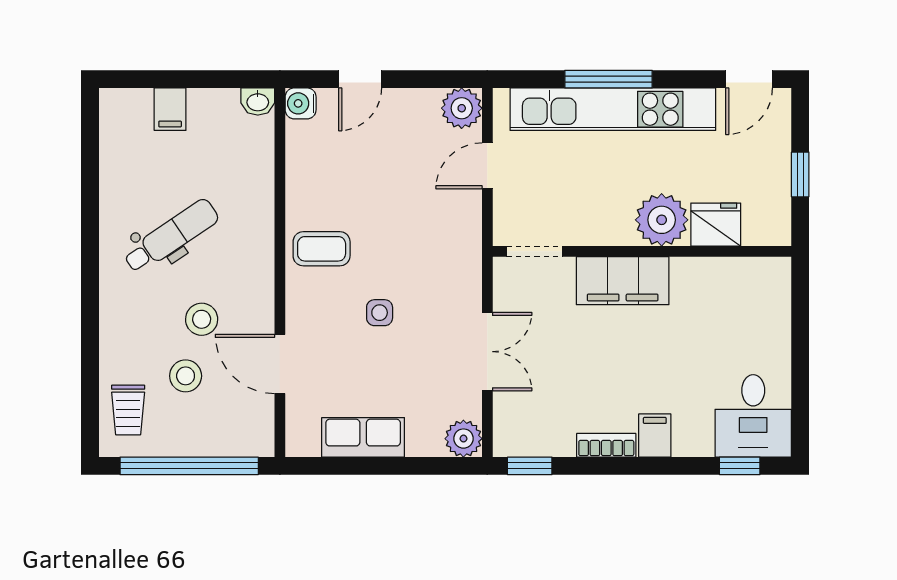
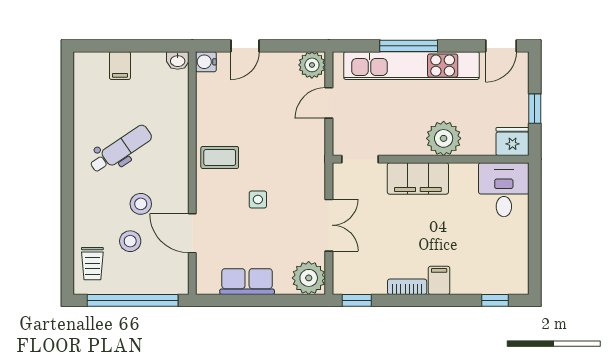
fridge: (716, 225) -> (513, 142), moved
desk: (753, 416) -> (504, 190), moved, turned 180
plant: (463, 439) -> (309, 278), width x1.36, depth x1.36

